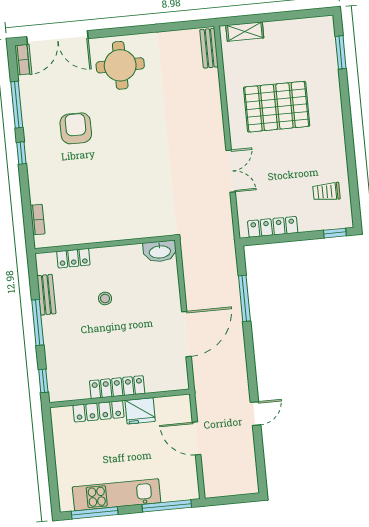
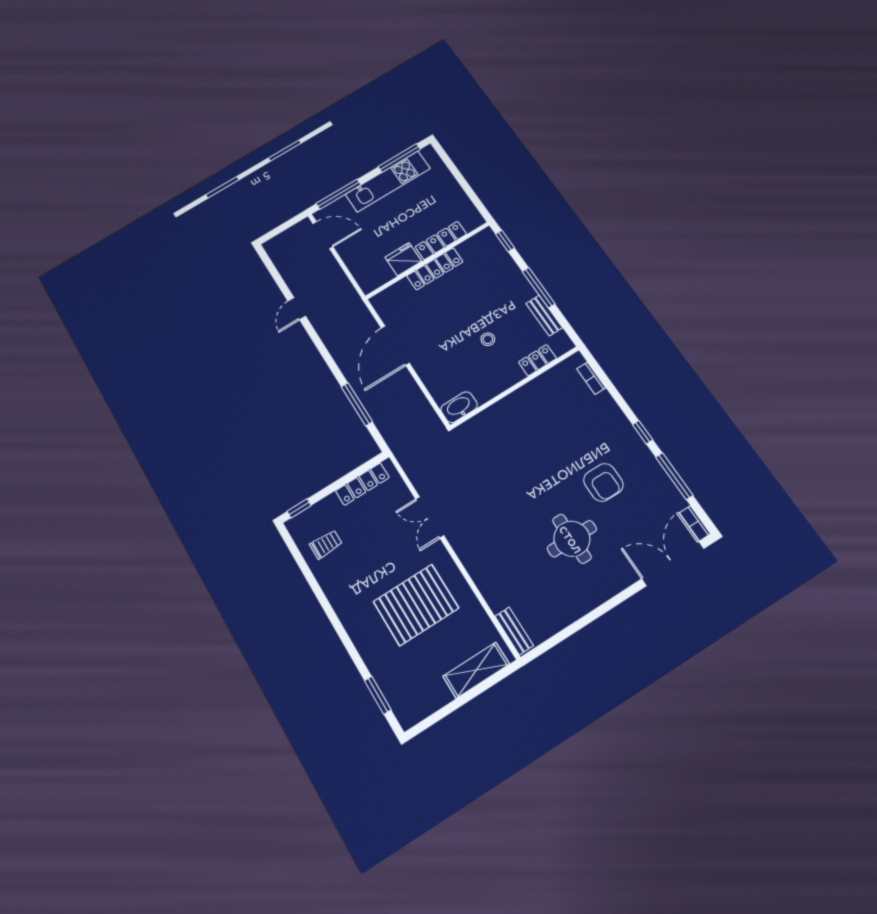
shelving: (245, 32) -> (476, 670), width x1.50, depth x1.33
round table: (120, 65) -> (572, 539), moved
door: (196, 438) -> (323, 235), moved

